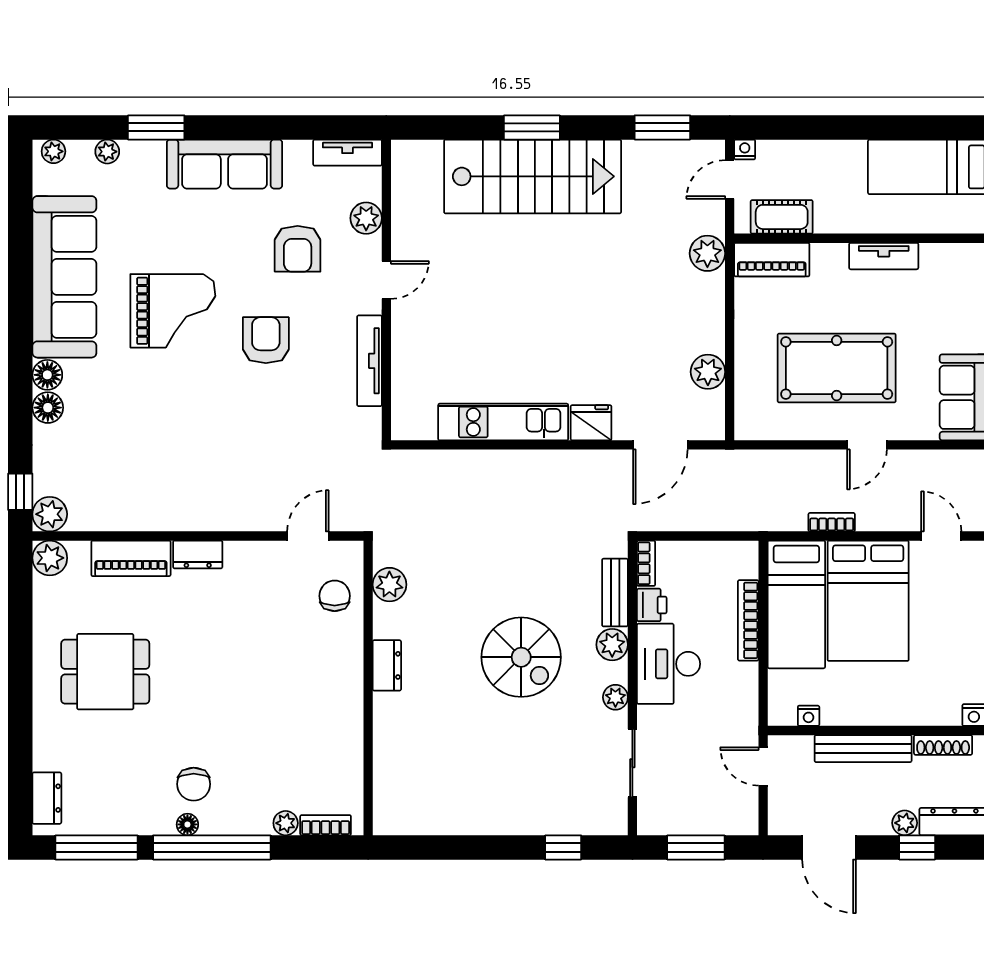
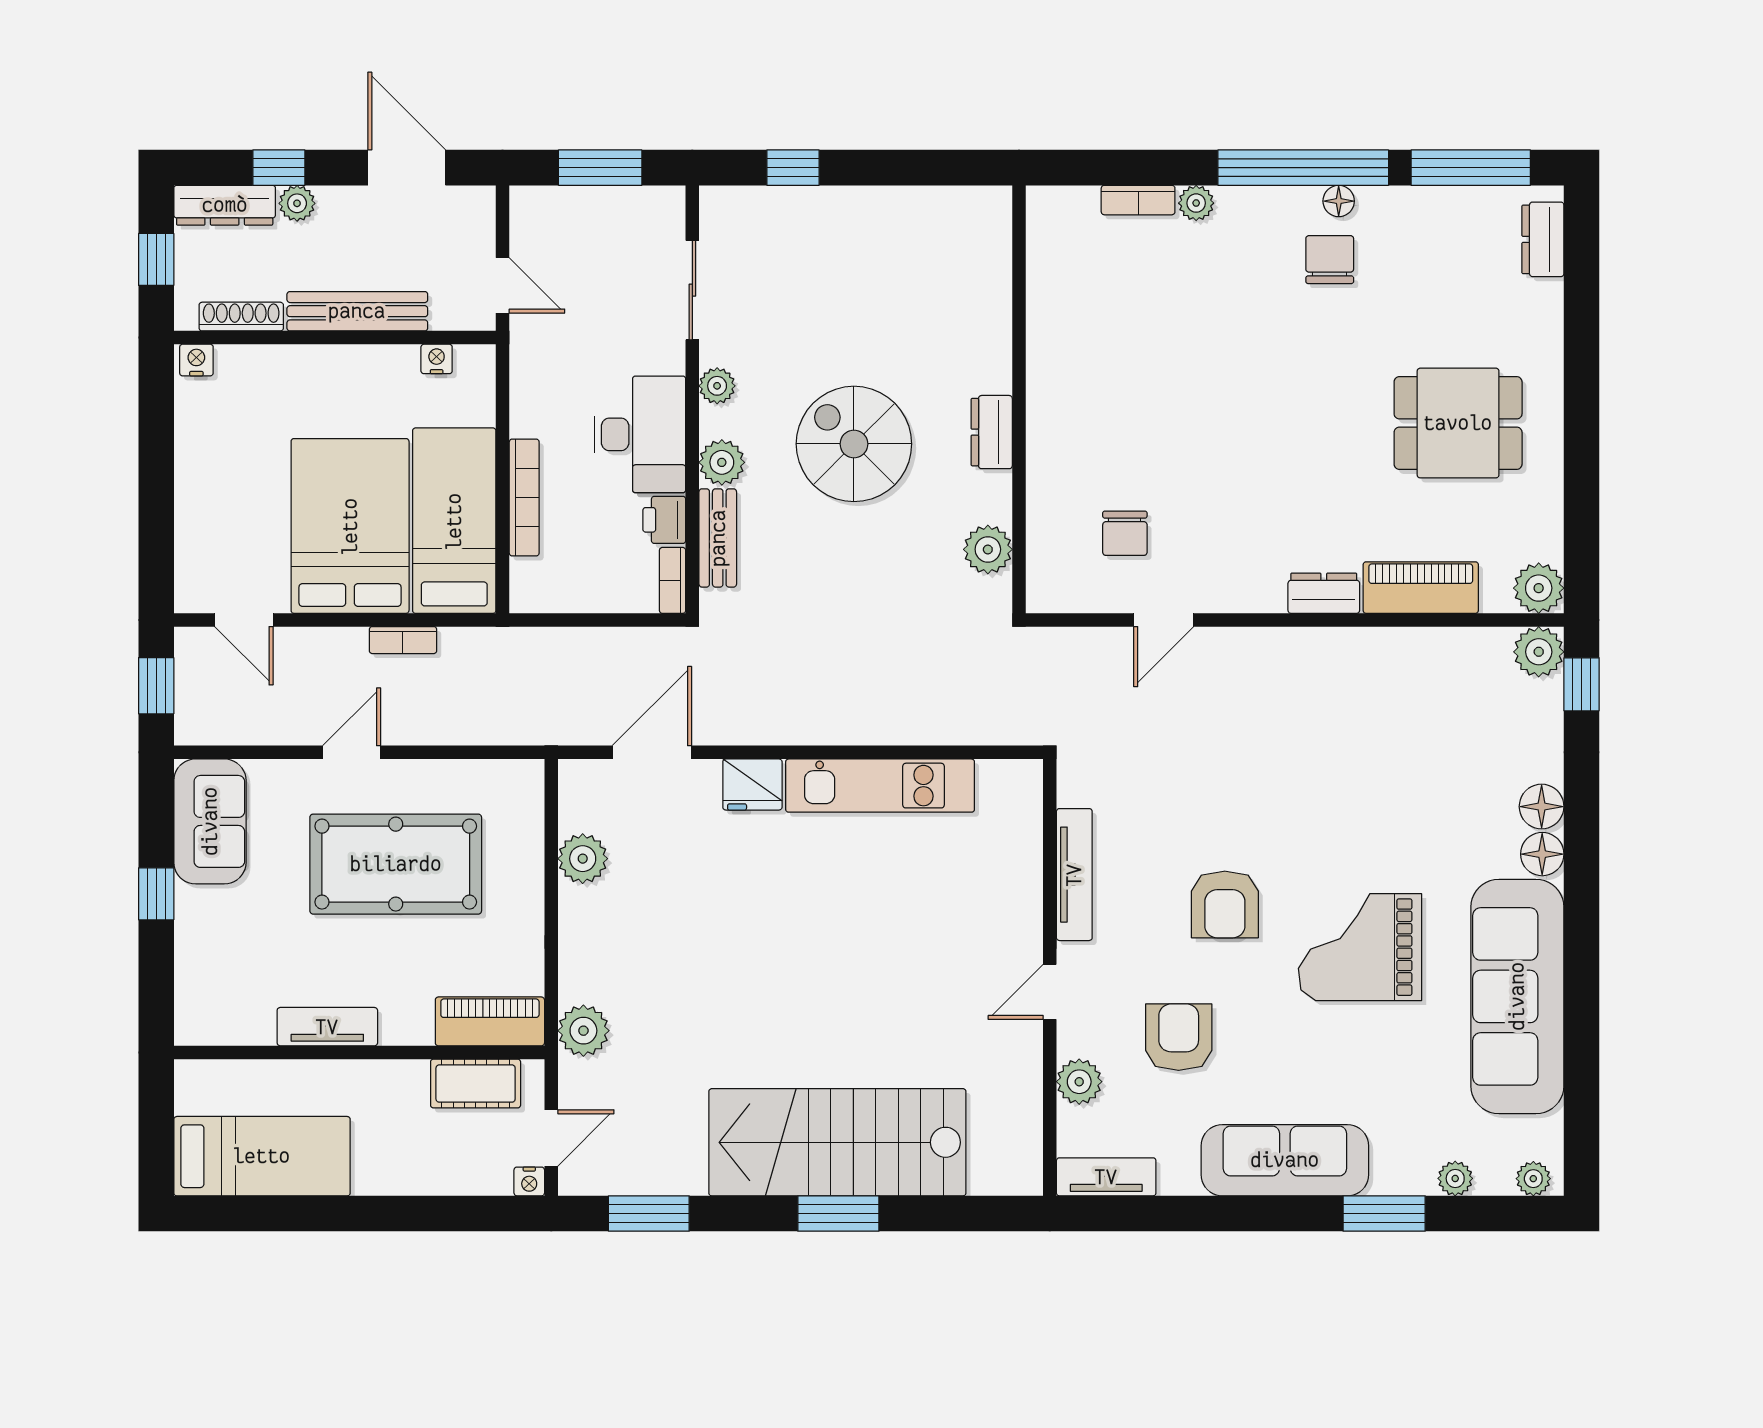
plant: (389, 585) -> (988, 549), moved
dresser: (387, 665) -> (992, 432), moved
wall: (368, 688) -> (1019, 399), moved

